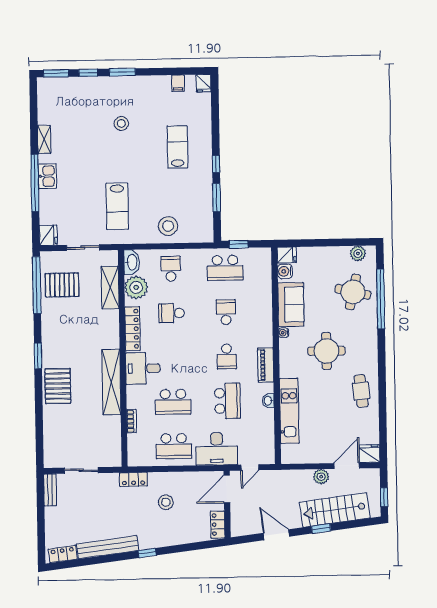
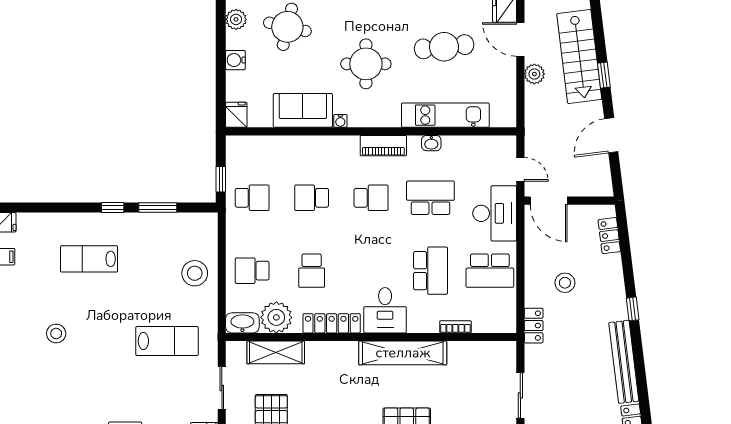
school desk: (225, 268) -> (252, 198), width x0.54
water cooler: (285, 271) -> (235, 60), moved, turned 90
cafe table: (361, 391) -> (444, 47), moved, width x1.37, depth x1.35
school desk: (174, 446) -> (490, 271), turned 90
locker: (218, 525) -> (609, 236), moved, turned 83

